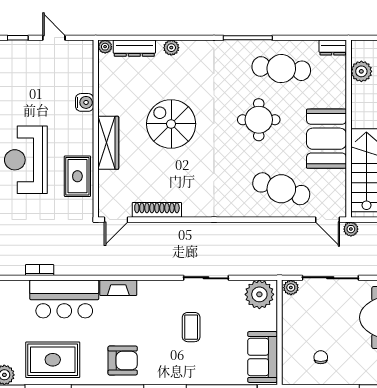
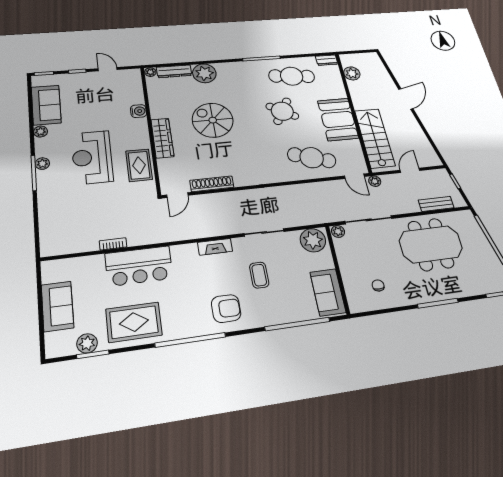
plant: (171, 48) -> (204, 73), width x1.88, depth x1.88
round table: (259, 120) -> (282, 111), turned 31
fireplace: (118, 288) -> (215, 247), moved
armchair: (123, 361) -> (226, 309), moved

